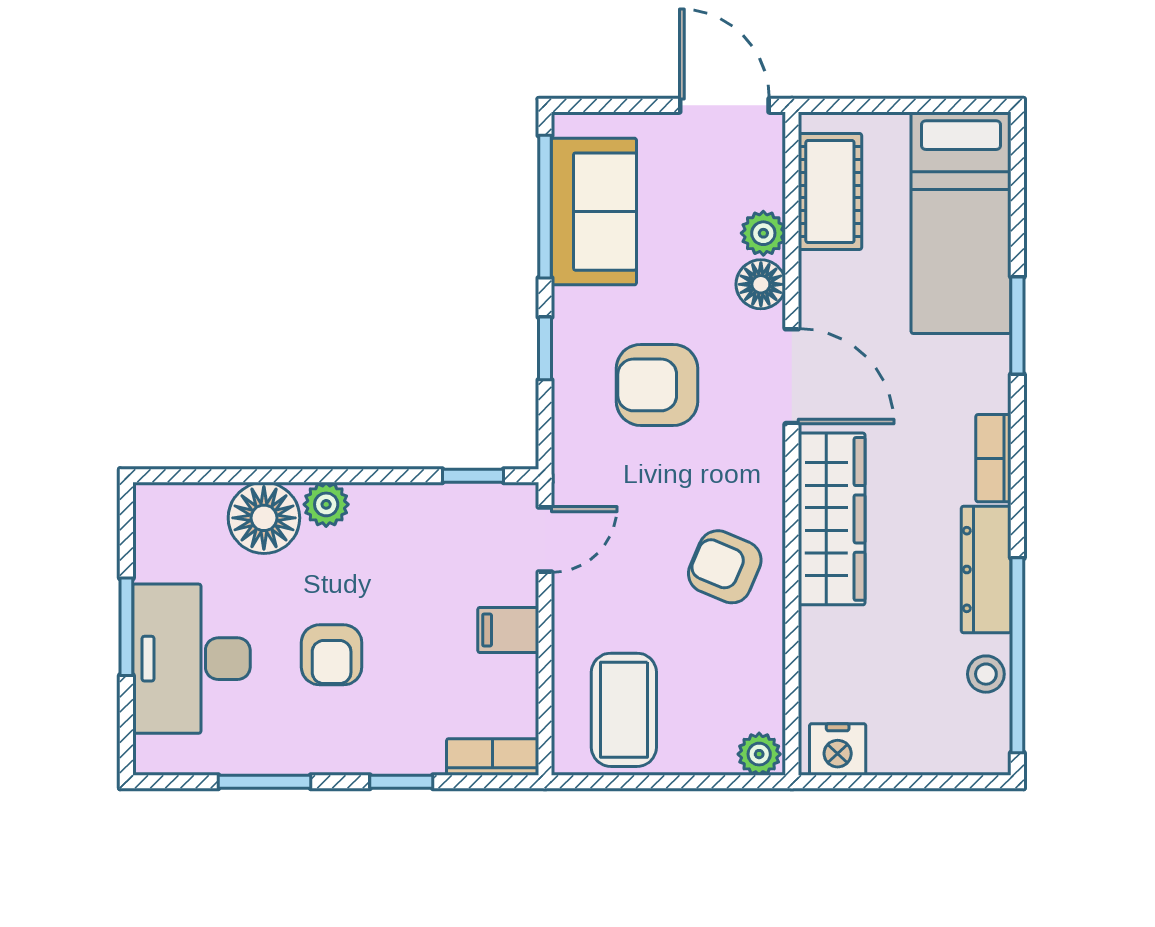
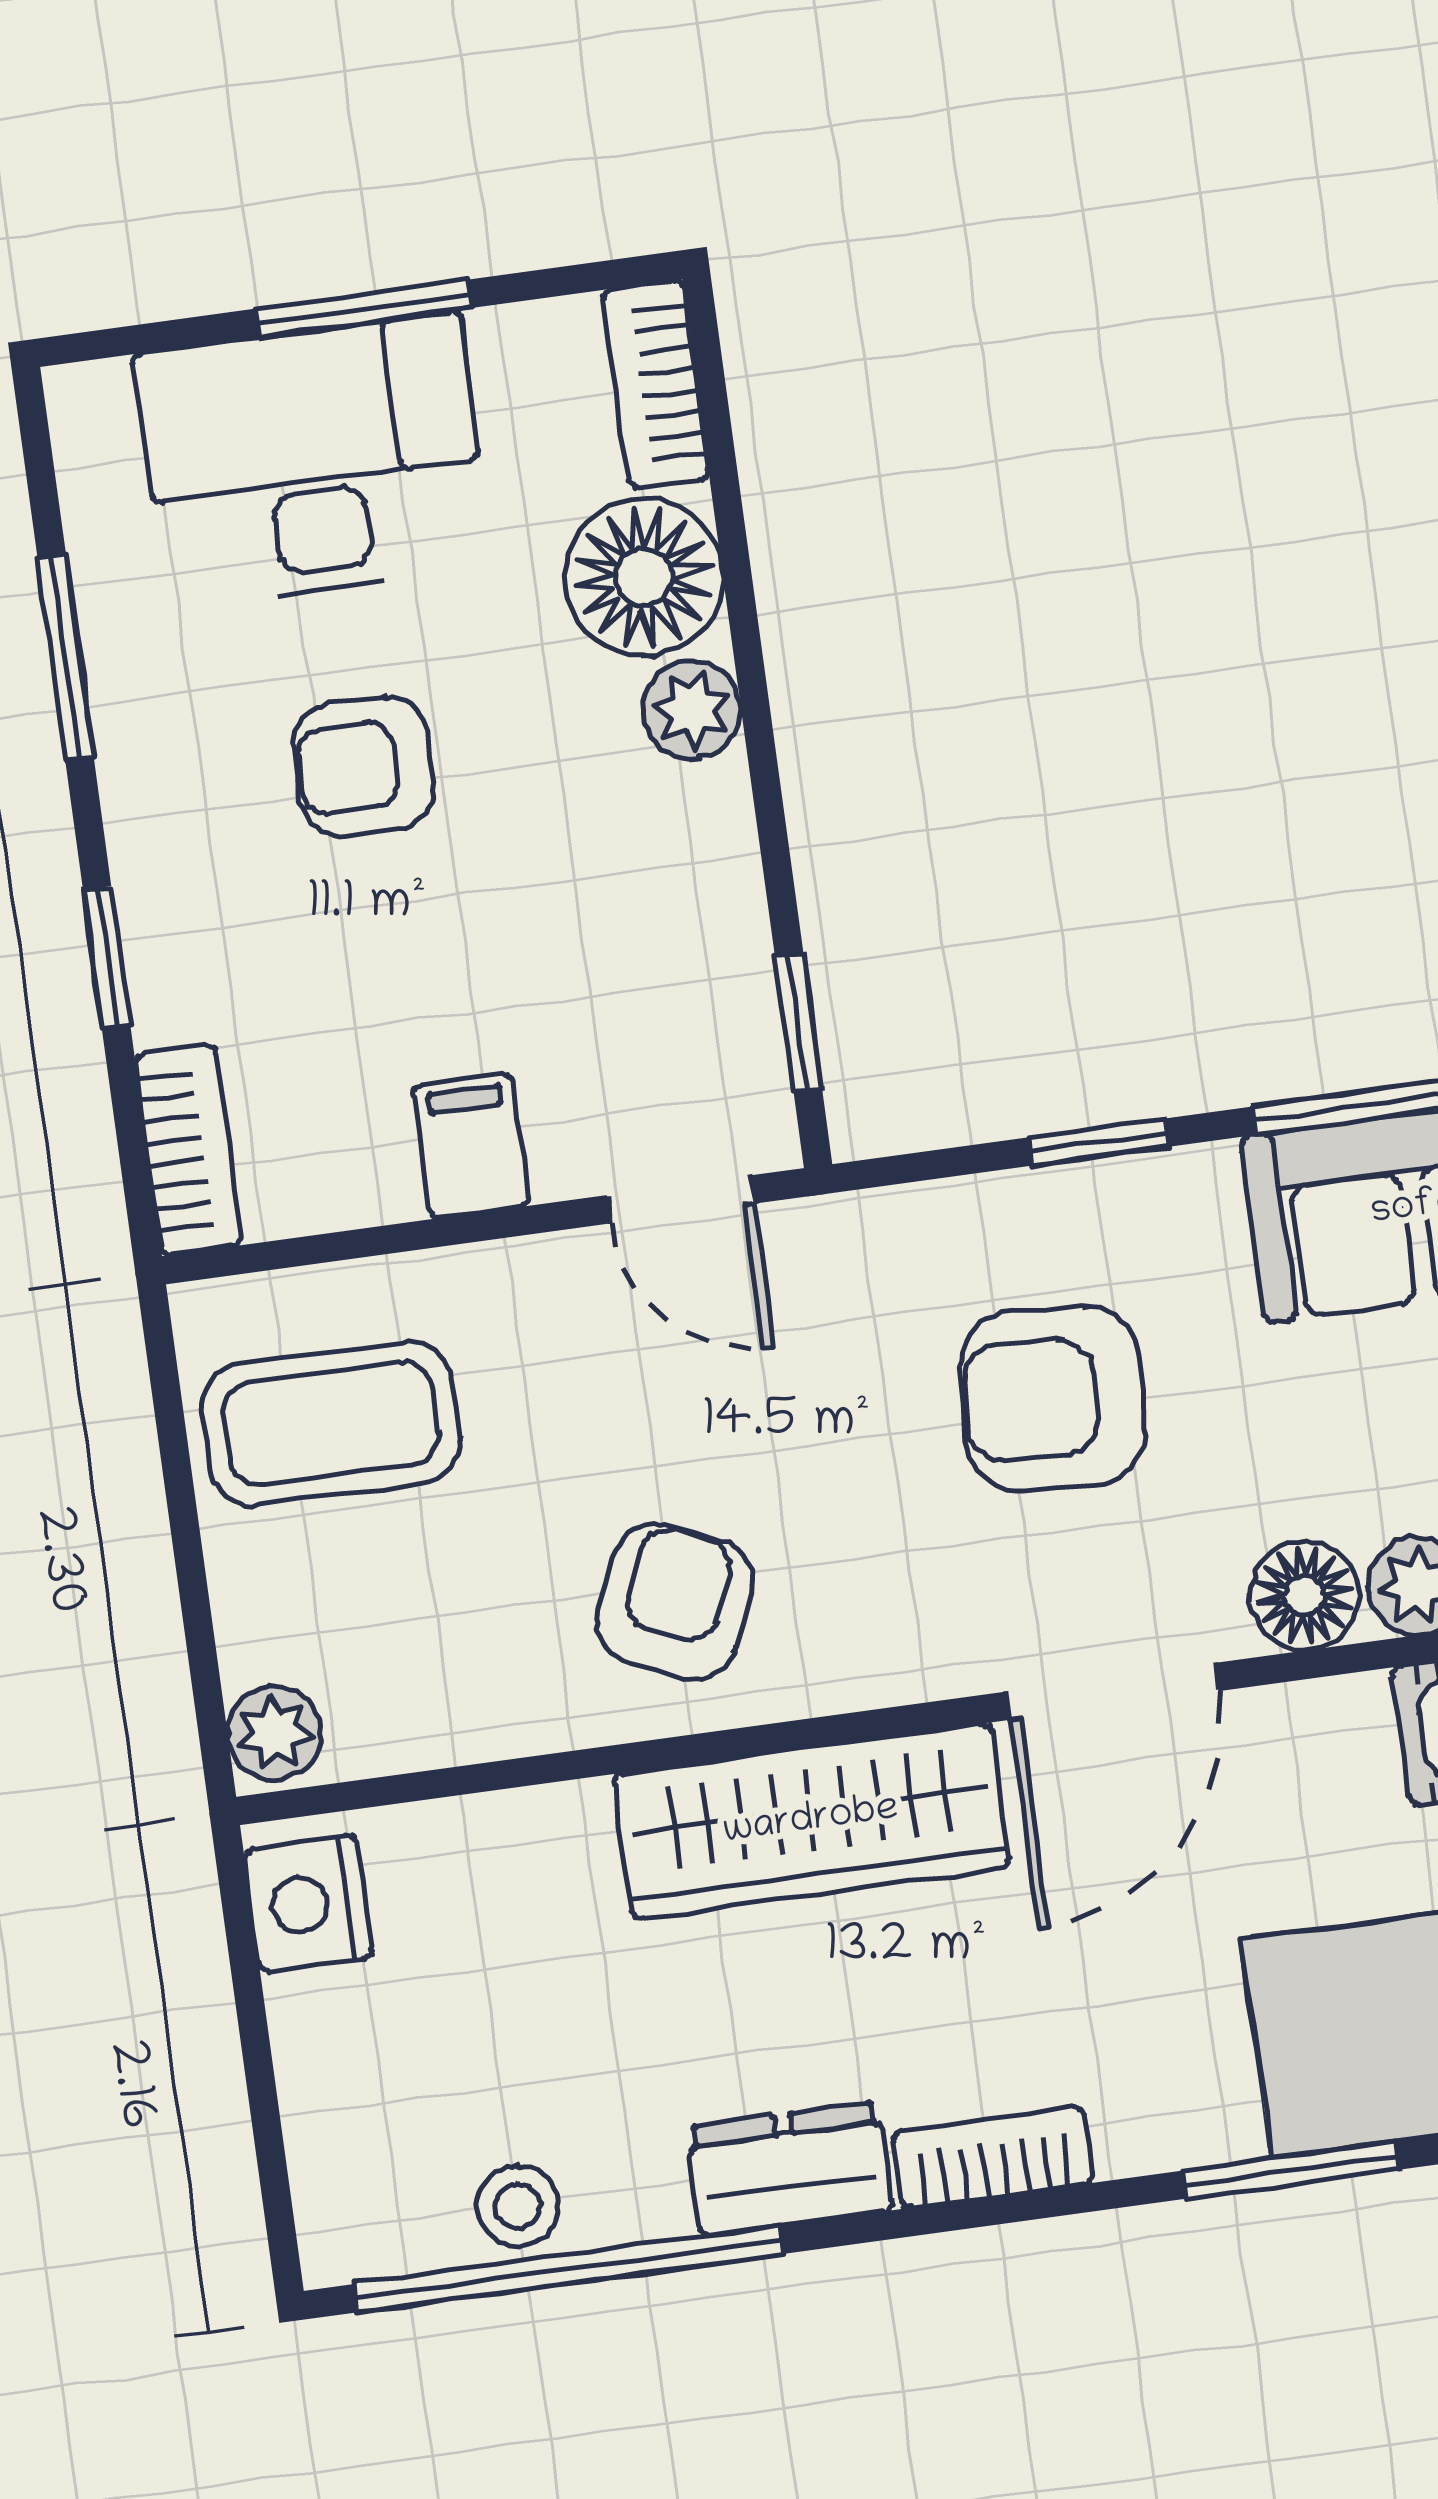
armchair: (657, 385) -> (1053, 1398), turned -86
bookcase: (178, 500) -> (656, 384), added
dresser: (986, 570) -> (789, 2169), width x0.70

